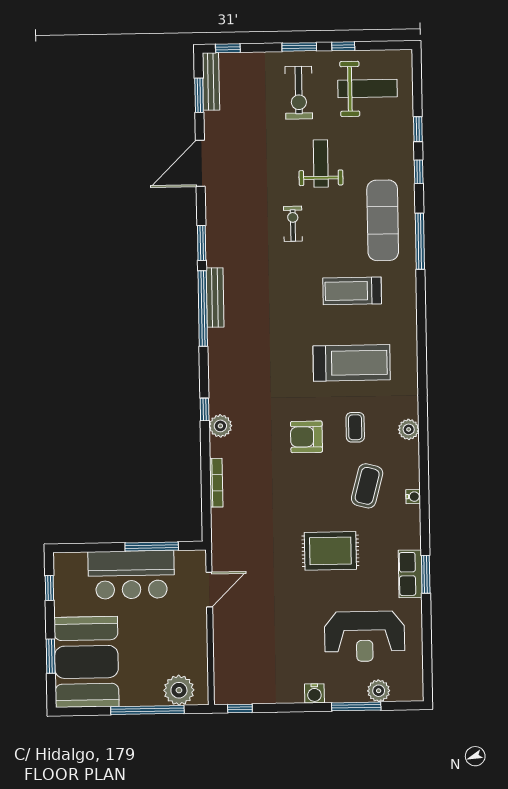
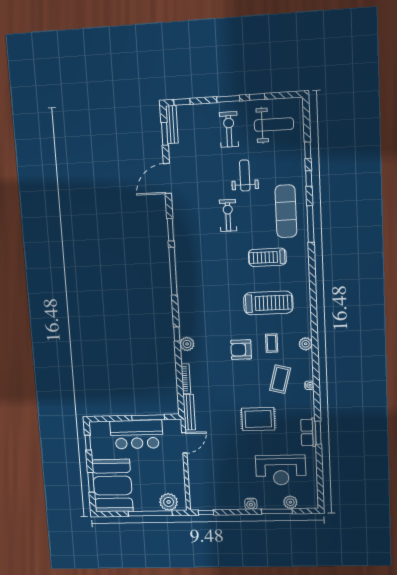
exercise bike: (299, 93) -> (229, 129), turned 180
exercise bike: (293, 224) -> (228, 215), width x1.38, depth x1.39
bench: (215, 298) -> (189, 412), moved

